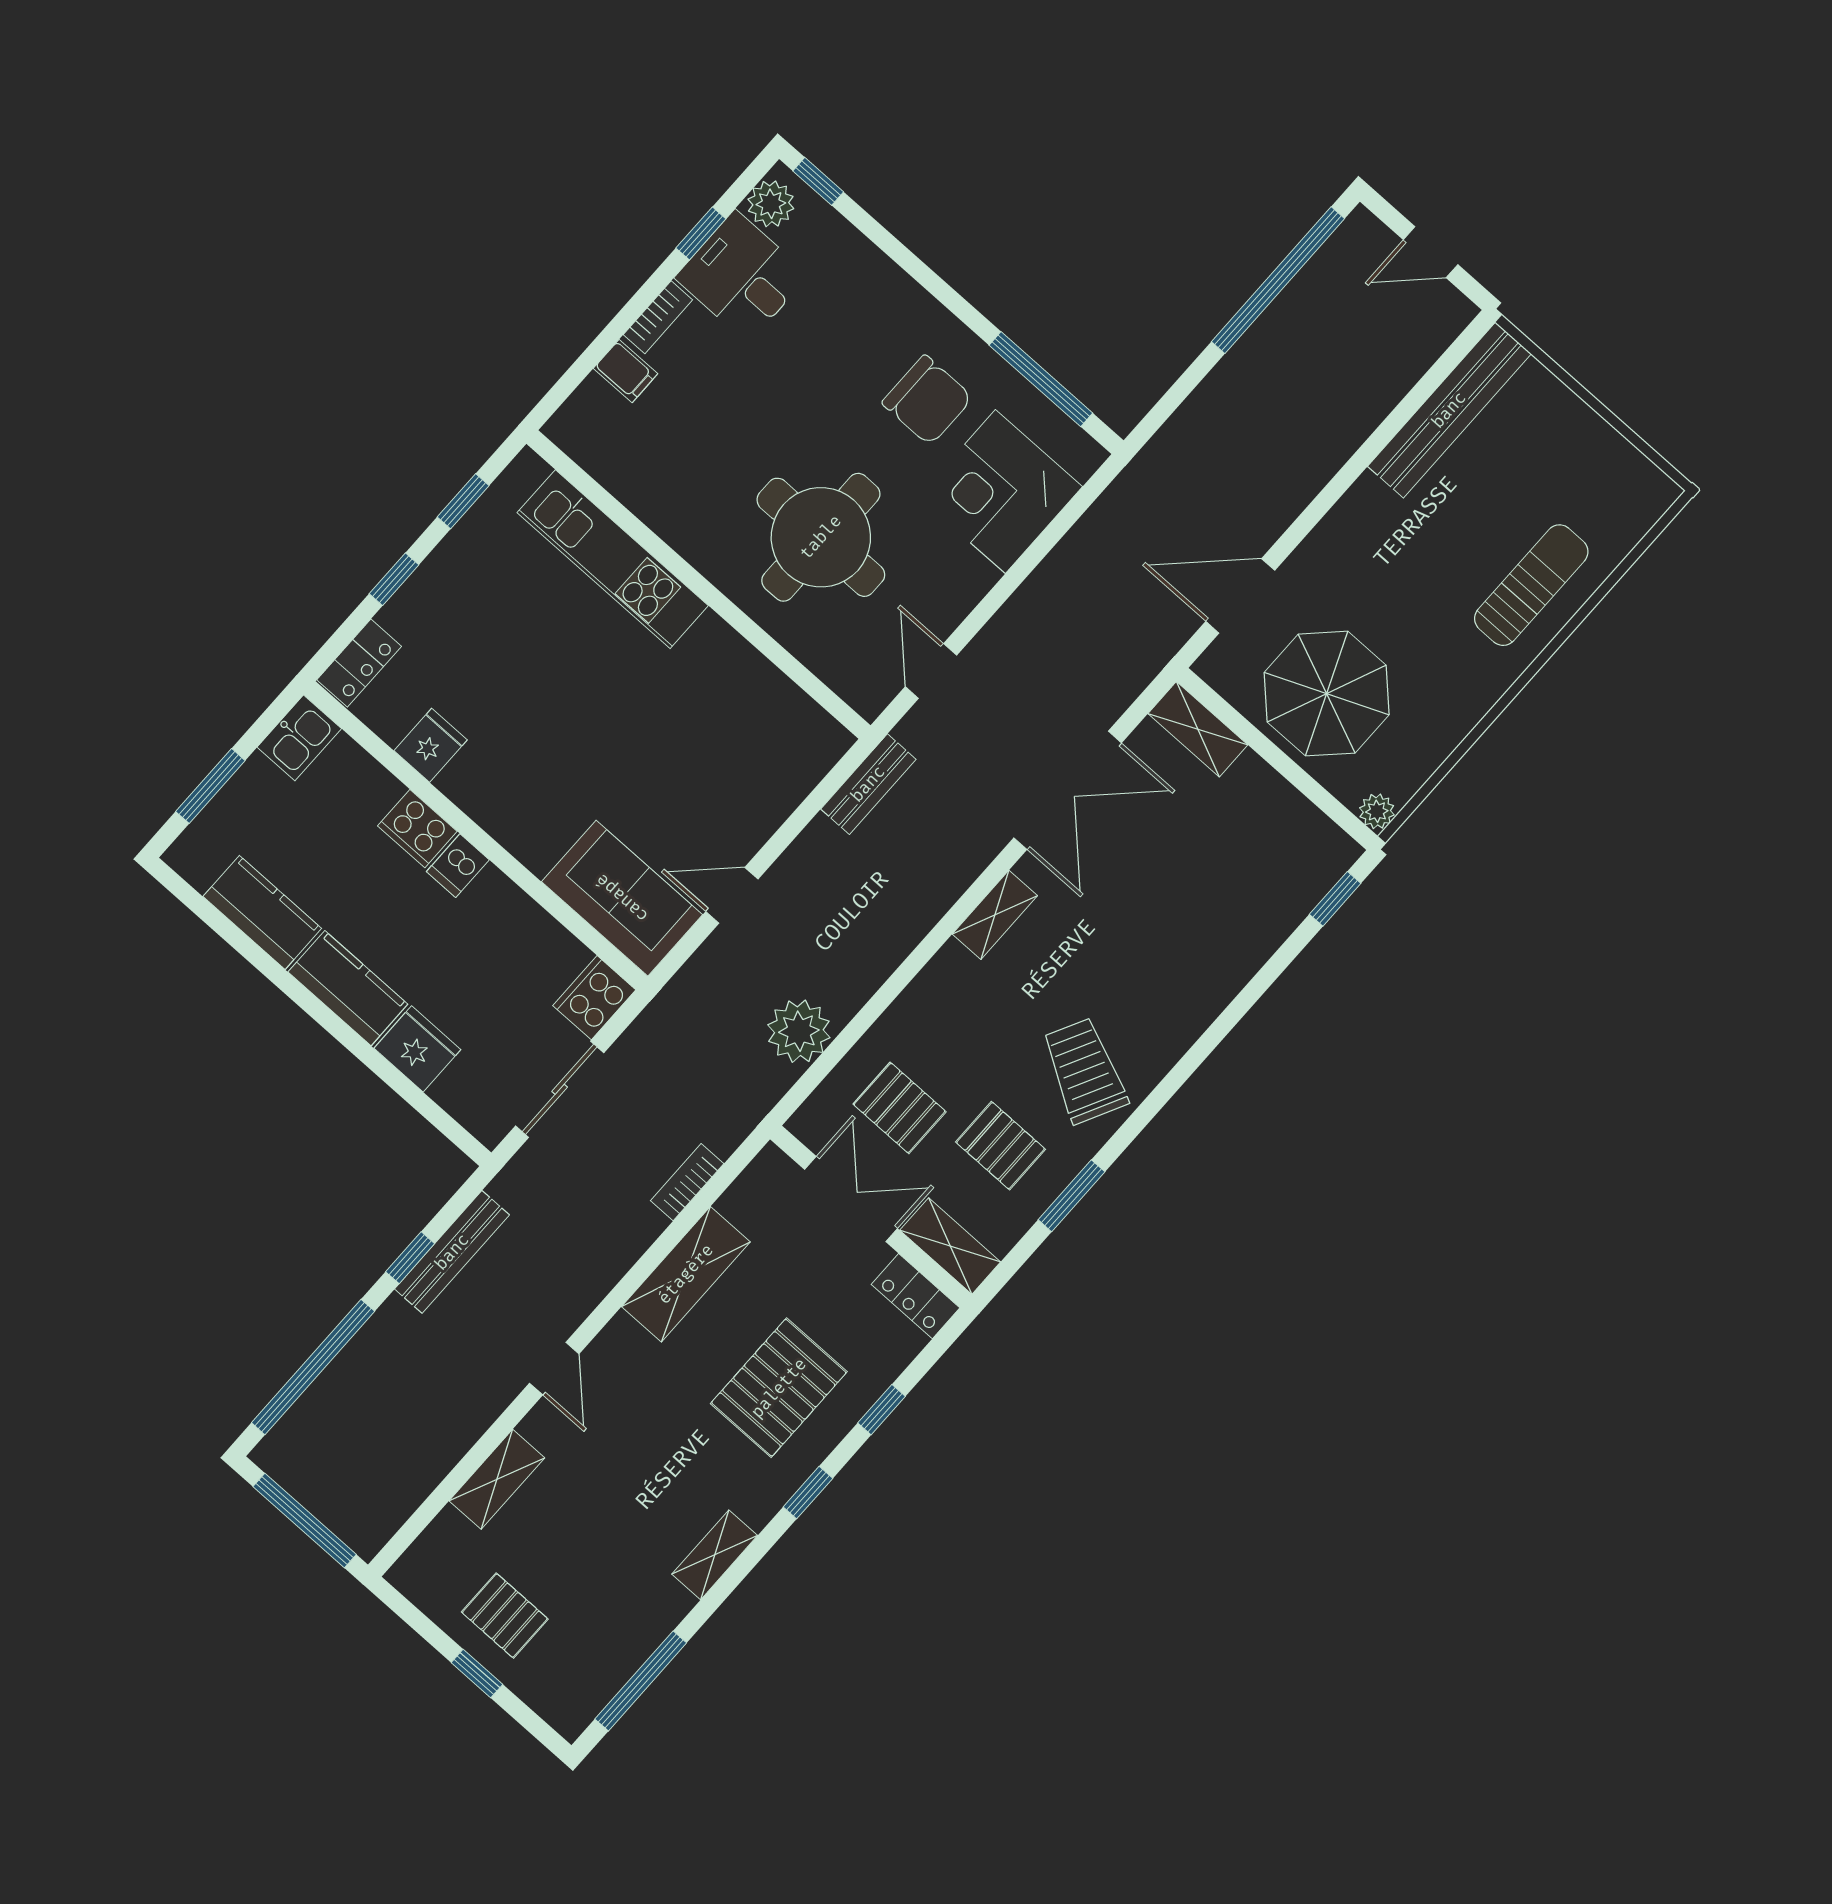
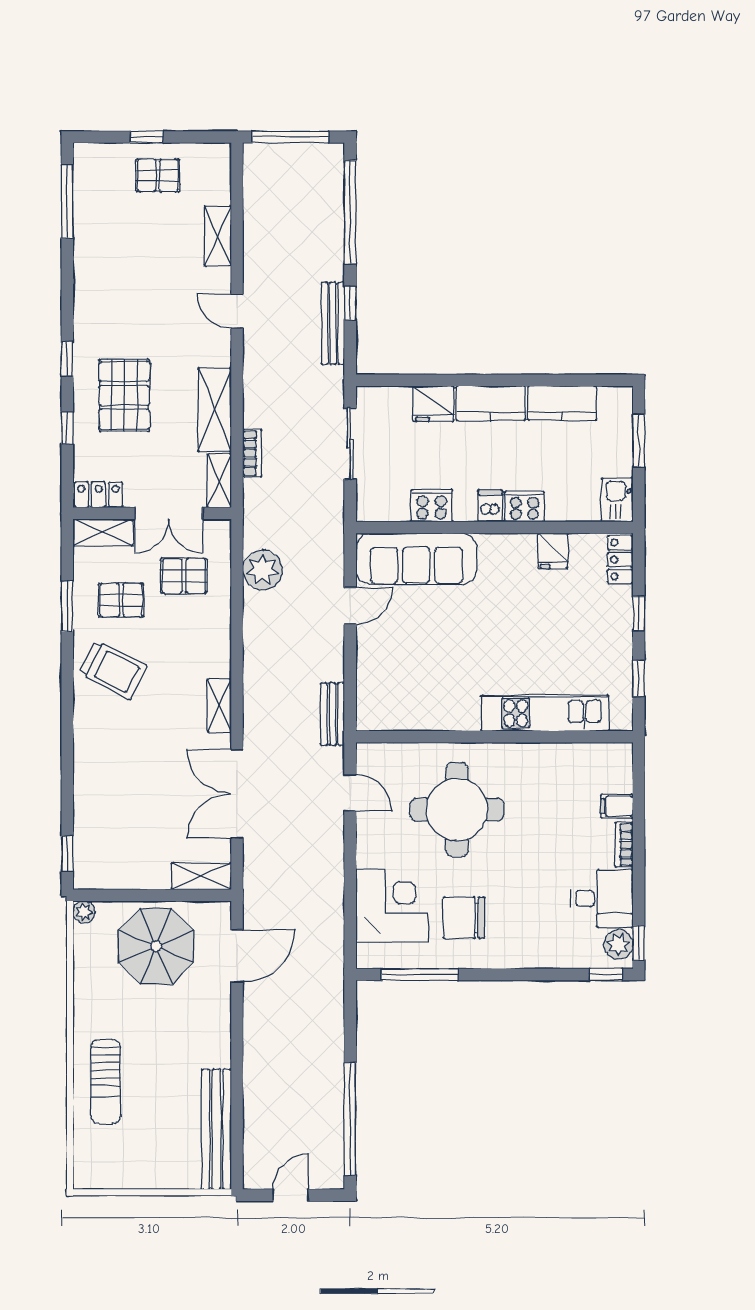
window: (701, 234) -> (639, 943), moved
sofa: (622, 898) -> (416, 559), width x1.36
cooker: (594, 998) -> (432, 506), moved, turned -90
shelving: (715, 1555) -> (219, 481), moved

